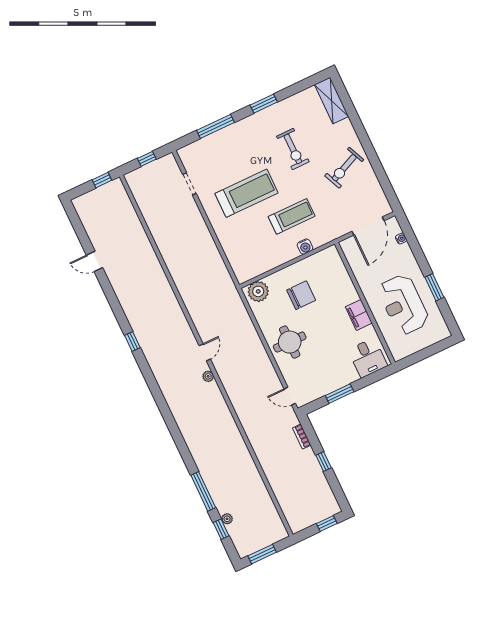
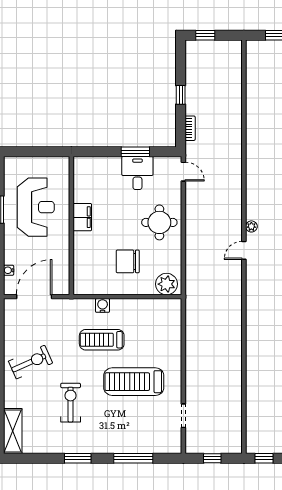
desk: (368, 358) -> (137, 173), moved

